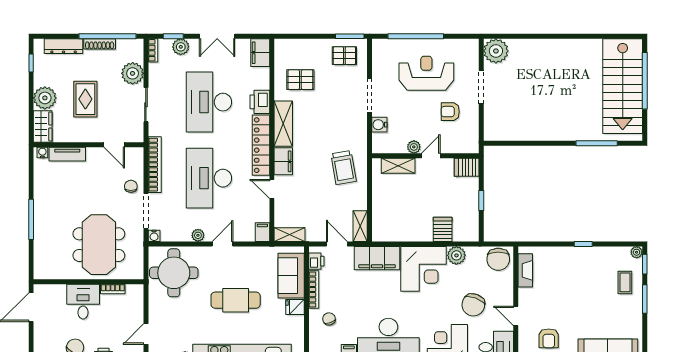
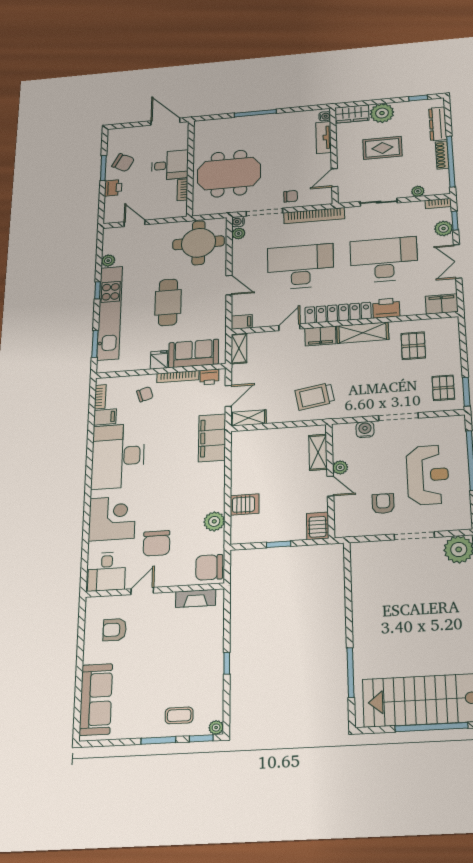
plant: (133, 73) -> (418, 191), width x0.53, depth x0.53
plant: (198, 235) -> (239, 233), moved
corner desk: (424, 269) -> (199, 487), removed
chair: (473, 305) -> (156, 543), turned -110

